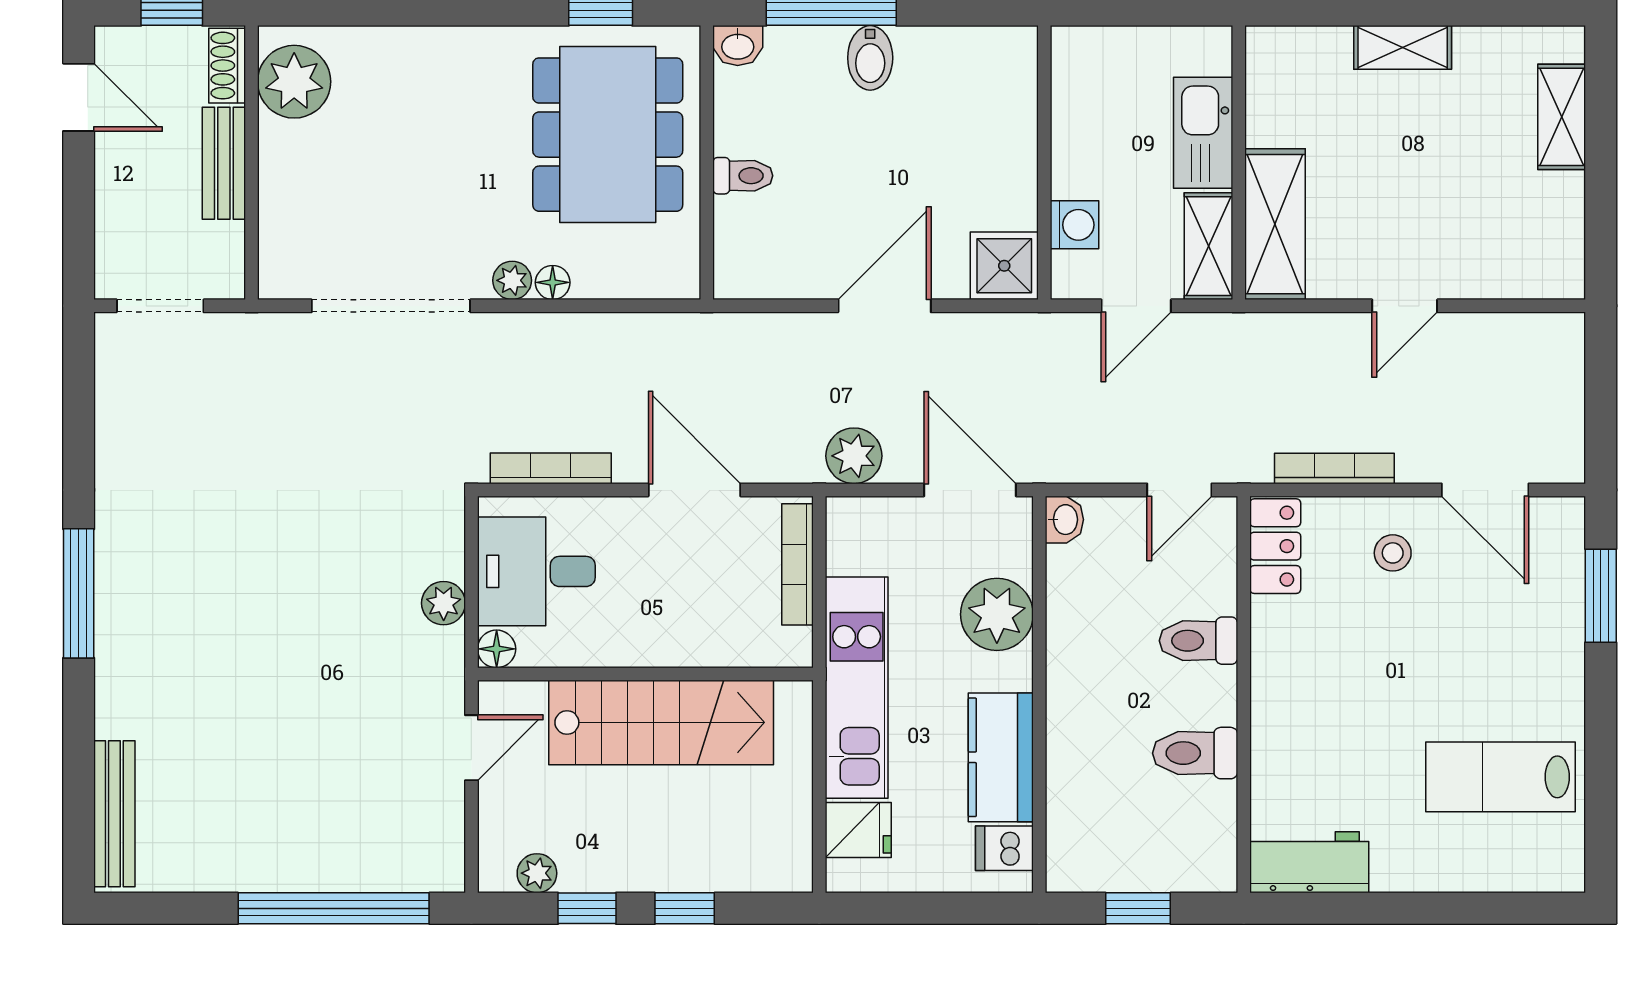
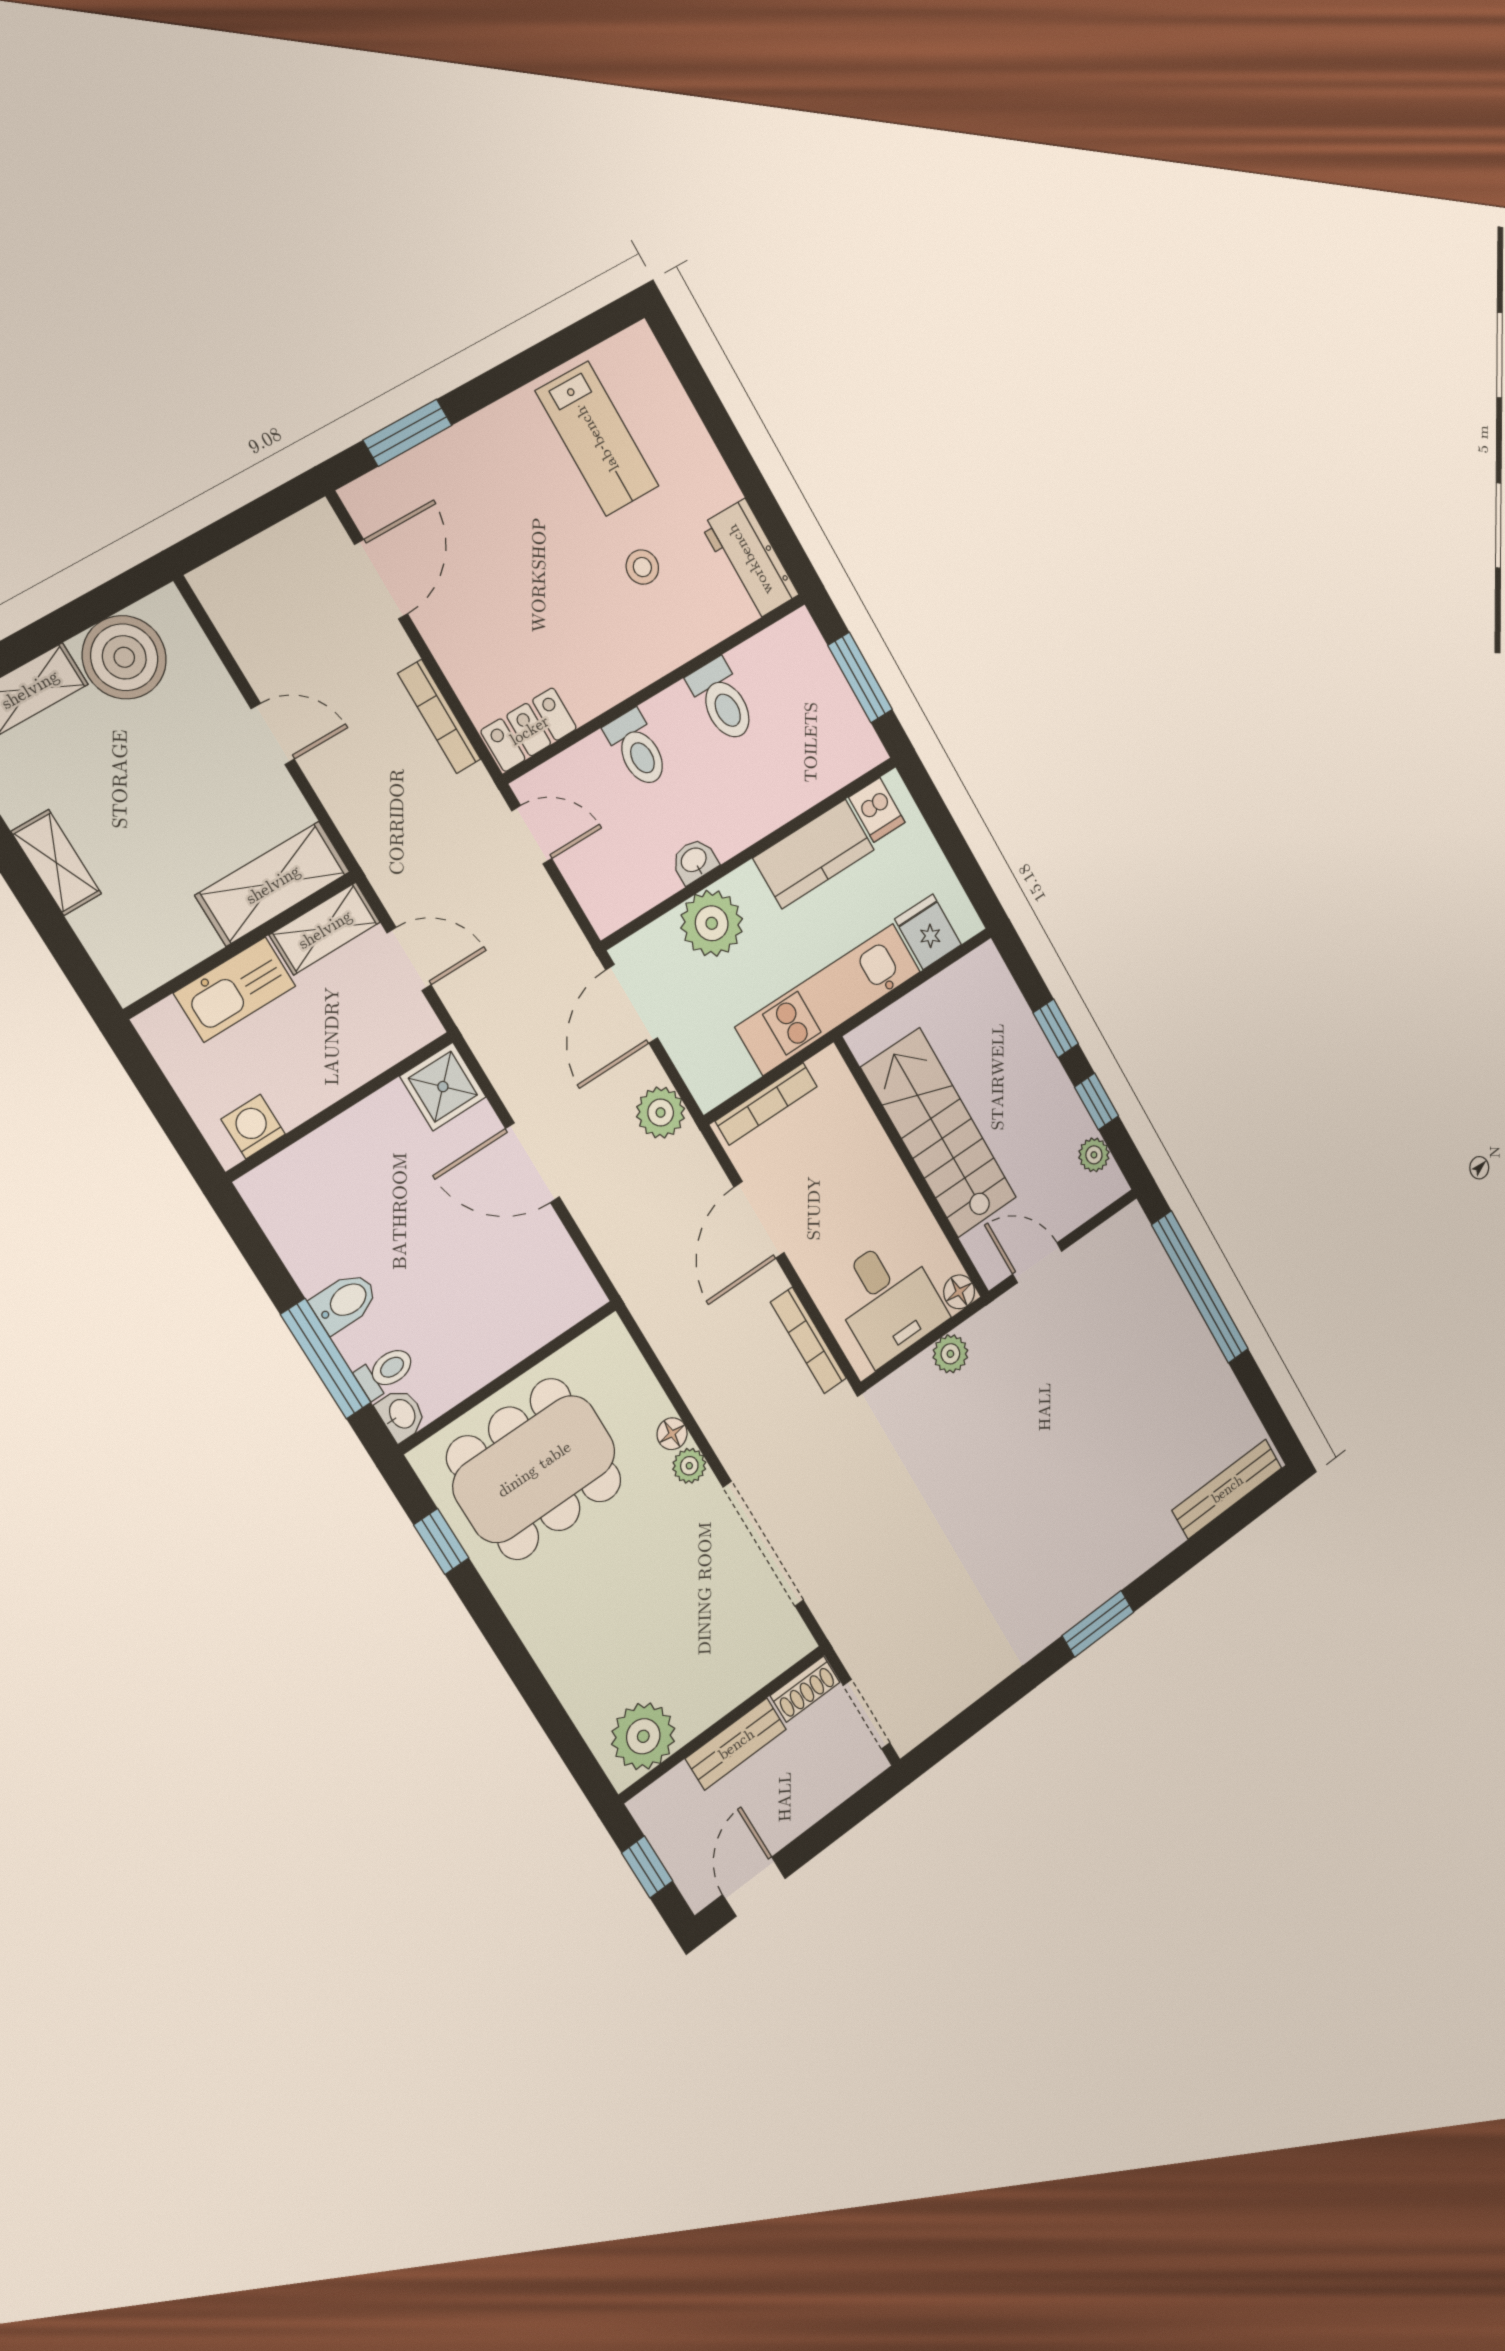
shoe rack: (227, 66) -> (805, 1689), moved
toilet: (743, 176) -> (385, 1372), moved, turned 90
boiler: (1544, 216) -> (124, 657), added
washing machine: (1075, 225) -> (253, 1127), moved
washbasin: (1064, 520) -> (694, 861), moved
stool: (1393, 553) -> (642, 567), moved
window: (79, 593) -> (1098, 1624), width x0.69
window: (1138, 908) -> (860, 677), width x1.50

